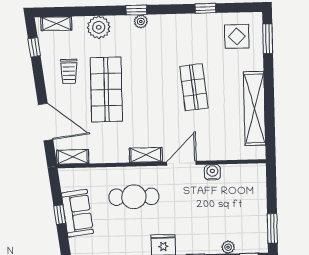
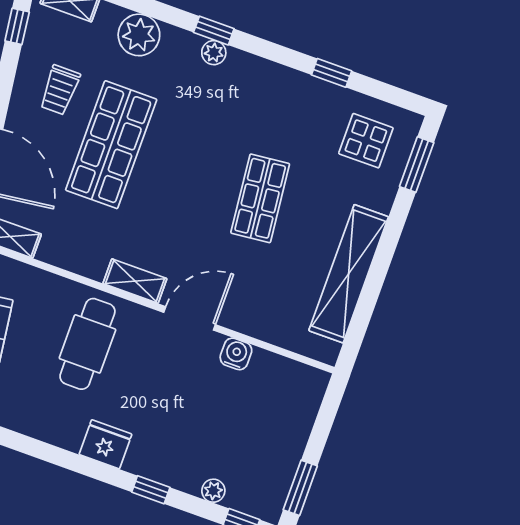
cafe table: (134, 197) -> (87, 344), turned 90

